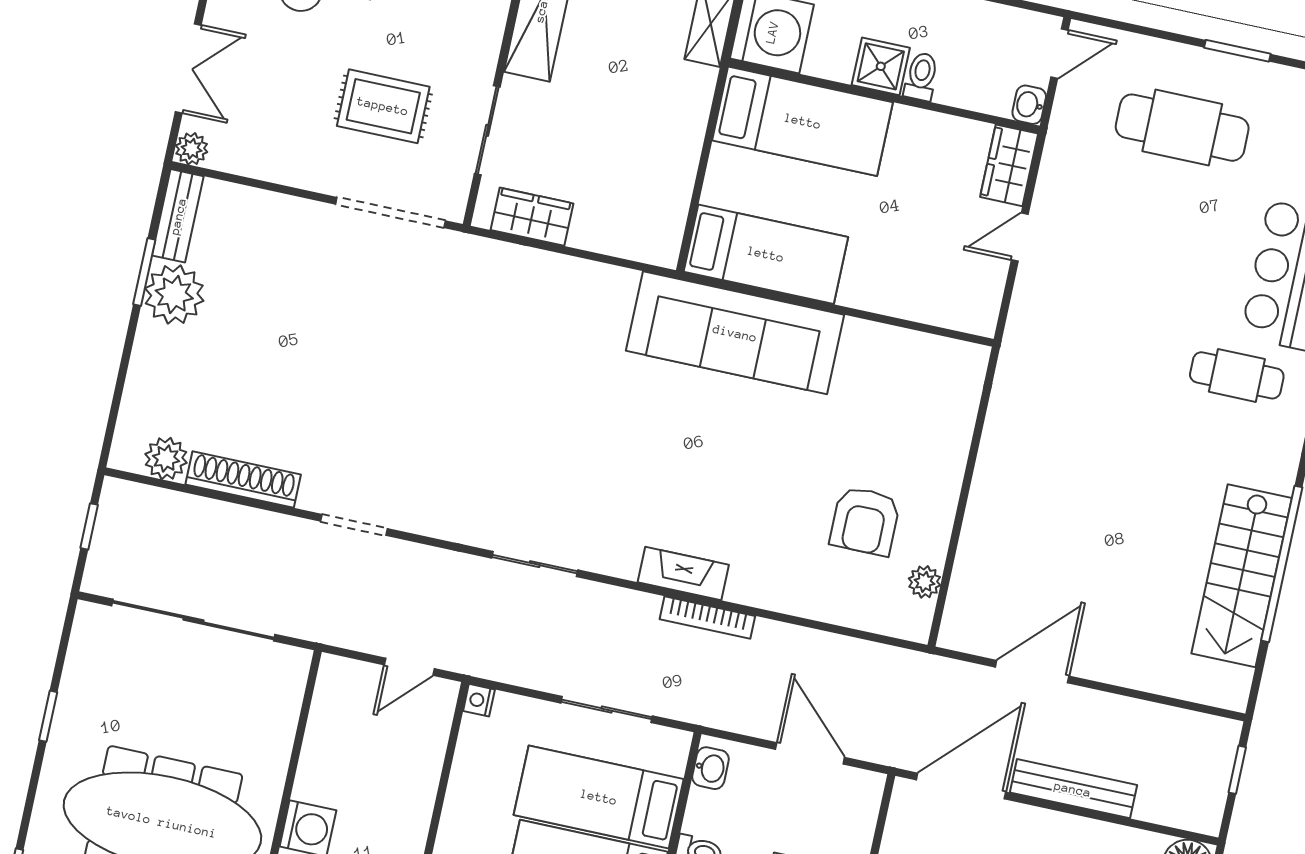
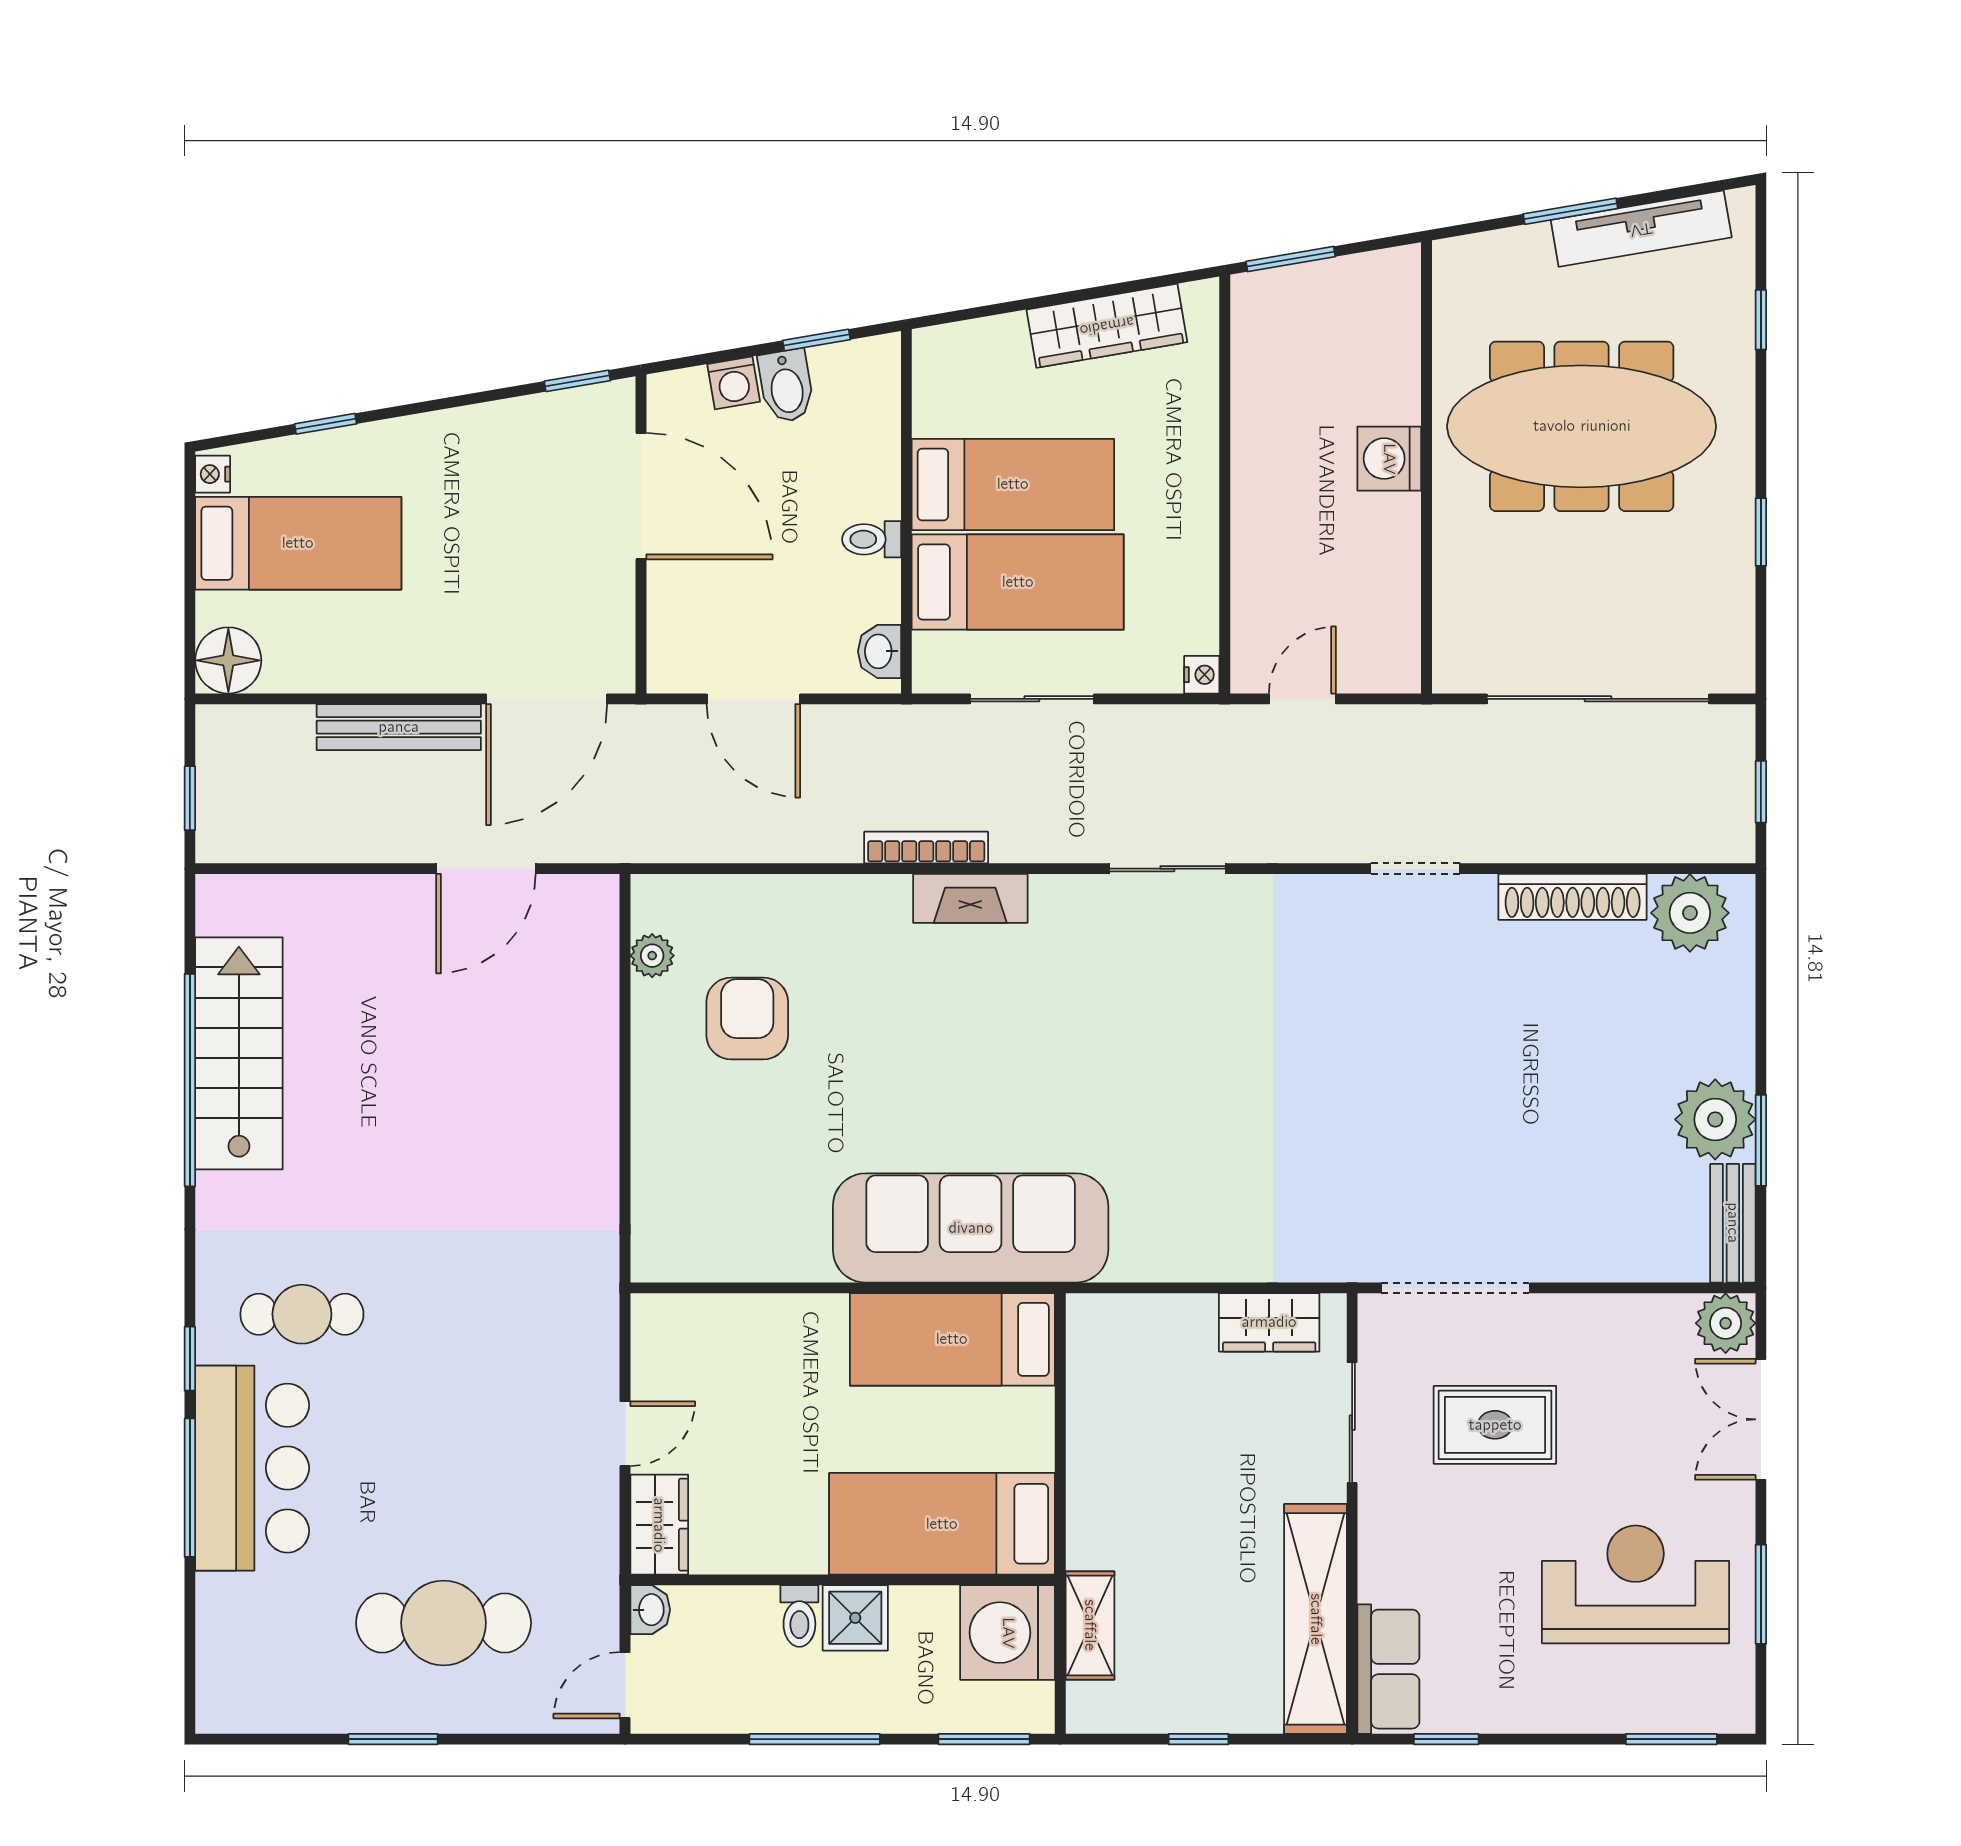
plant: (192, 149) -> (1726, 1323), width x1.38, depth x1.38
plant: (166, 458) -> (1690, 913), width x1.36, depth x1.36

